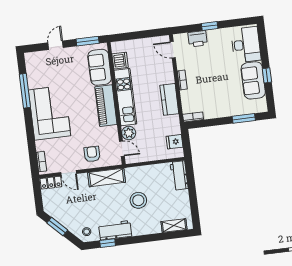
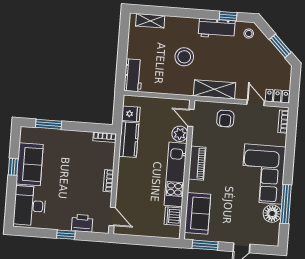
floor lamp: (35, 80) -> (272, 214), added
kitchen counter: (169, 99) -> (129, 140), moved
piano: (106, 106) -> (197, 163), width x0.73, depth x0.75

